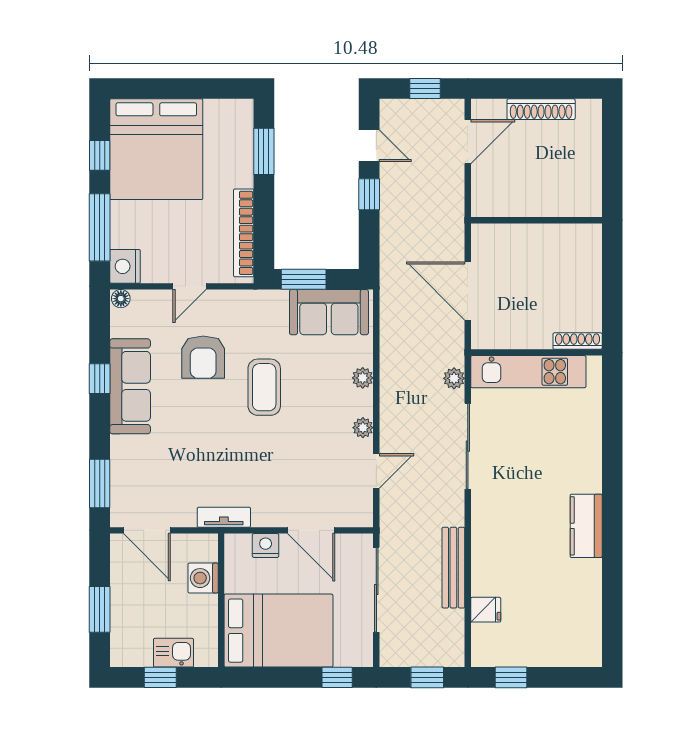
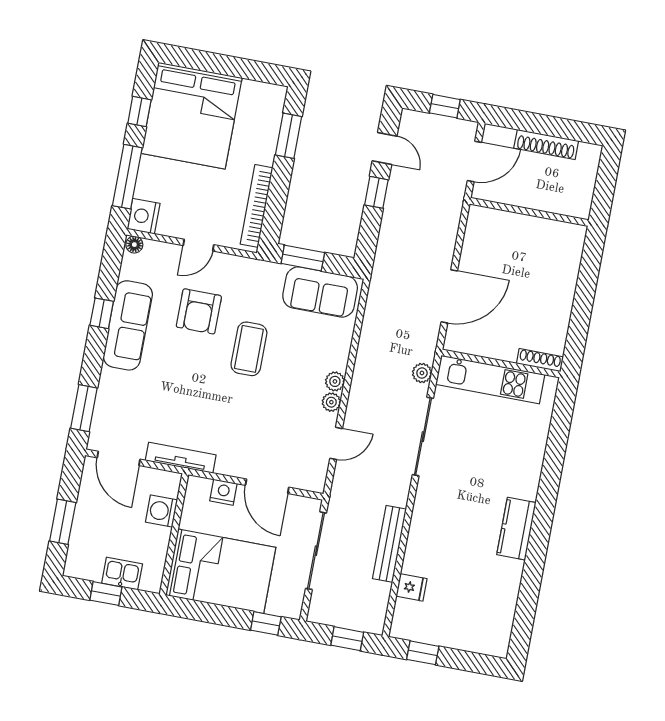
wall: (536, 220) -> (529, 212), moved
door: (468, 291) -> (449, 296), swing flipped
plant: (363, 378) -> (335, 381), moved
tv unit: (224, 517) -> (181, 458), width x1.41

